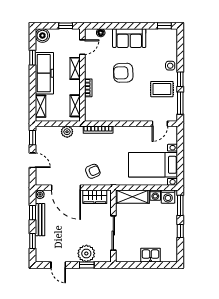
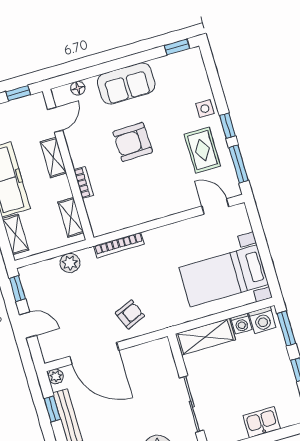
rug: (162, 89) -> (202, 150), turned 90
door: (160, 124) -> (215, 206), swing flipped
wardrobe: (95, 197) -> (145, 355), removed

